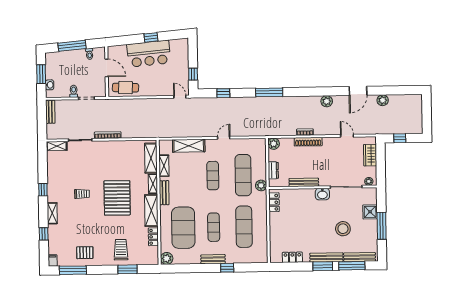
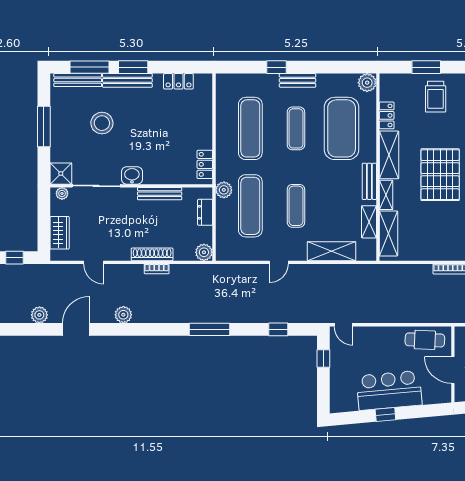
shower: (370, 212) -> (61, 174), moved

